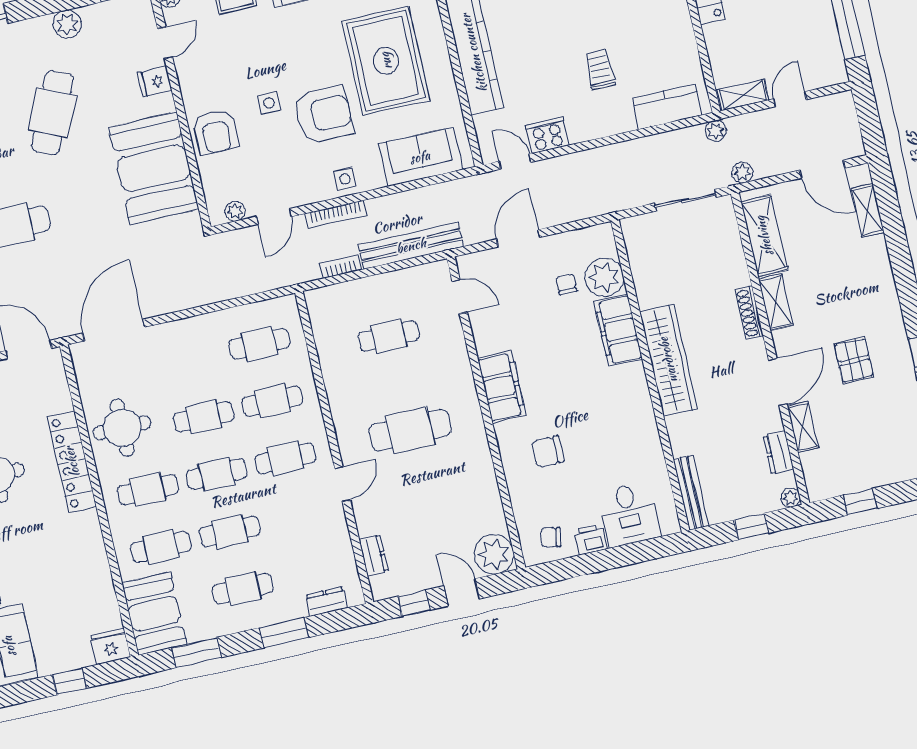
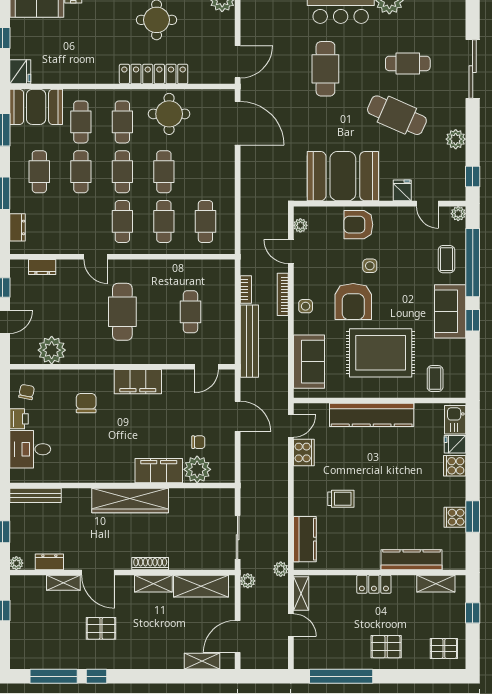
plant: (494, 554) -> (52, 350), moved

